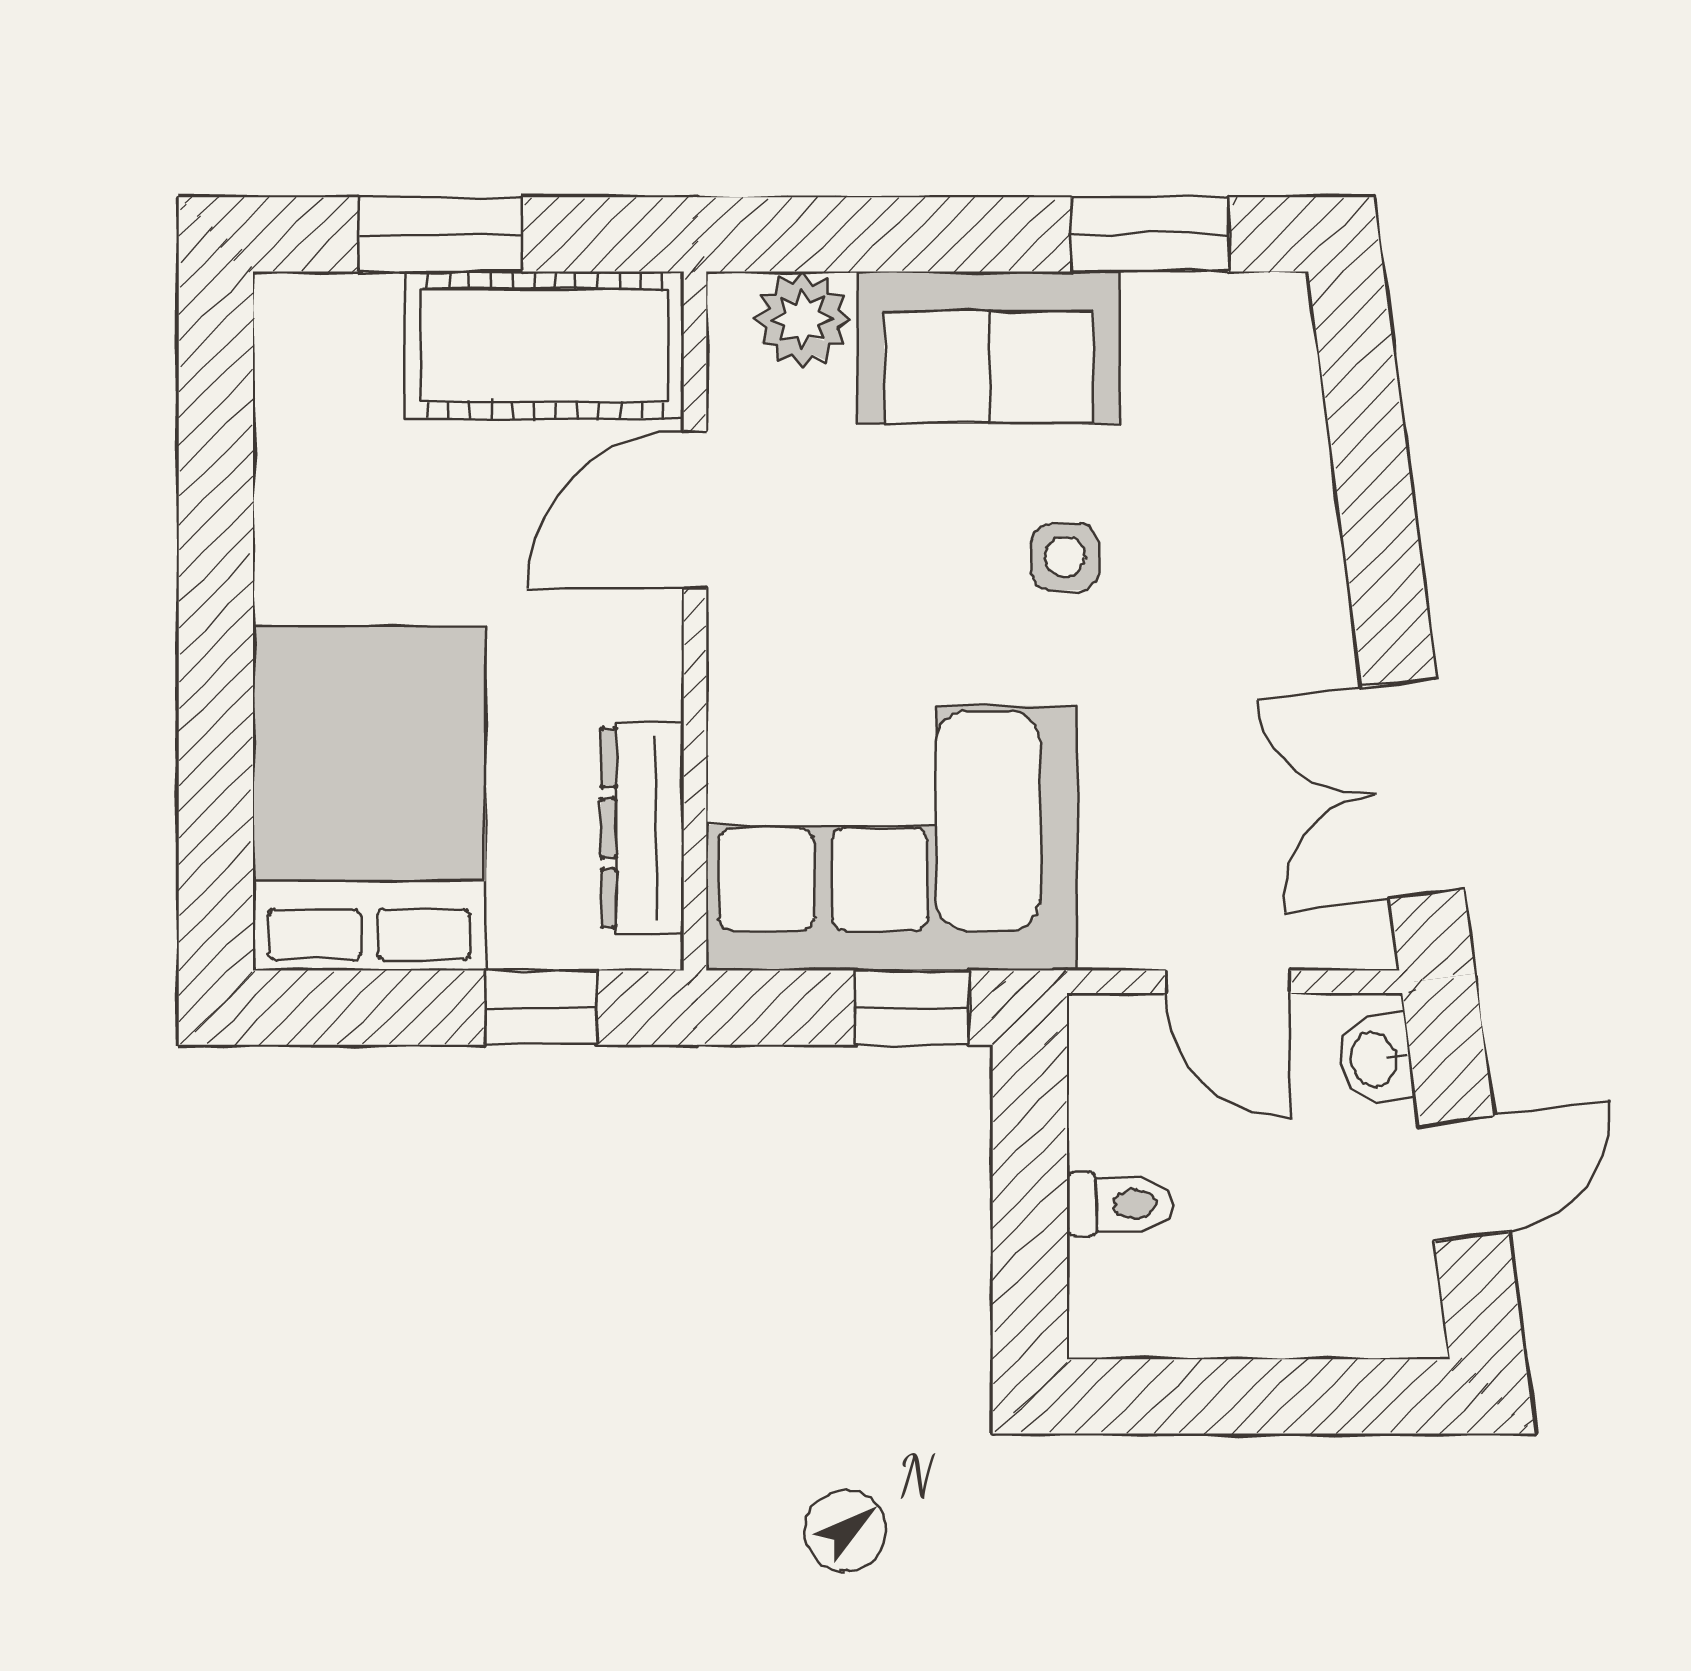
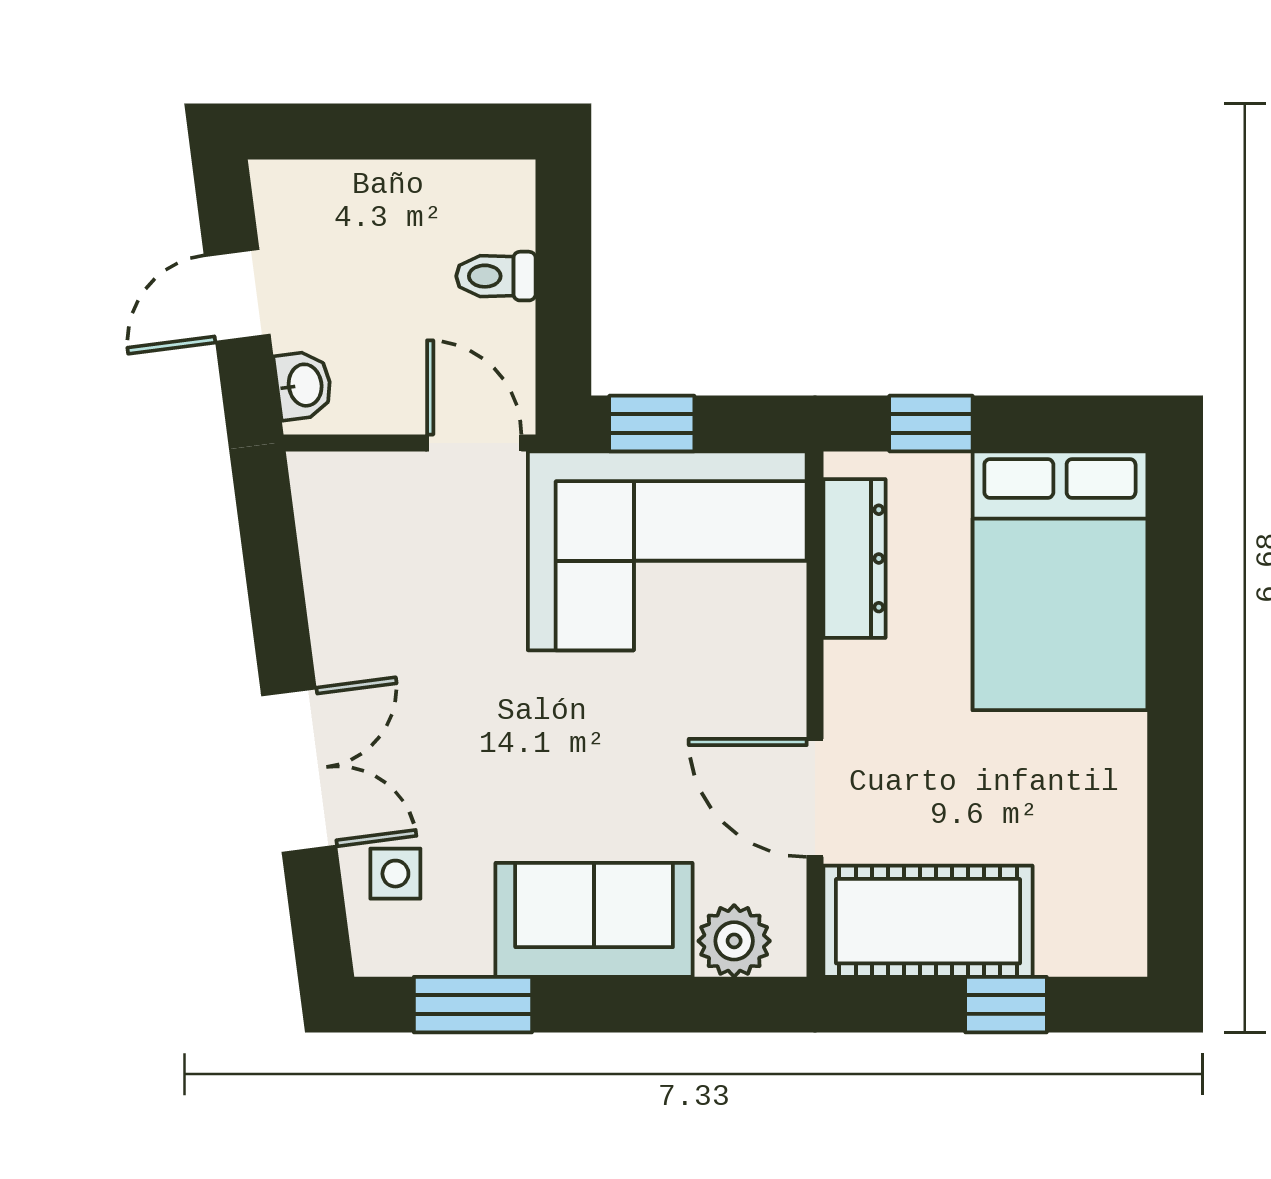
window: (441, 234) -> (1006, 1005), width x0.67
door: (695, 509) -> (815, 798), swing flipped
side table: (1065, 557) -> (395, 874), moved
double door: (1413, 788) -> (299, 771), moved
door: (1228, 982) -> (474, 443), moved

